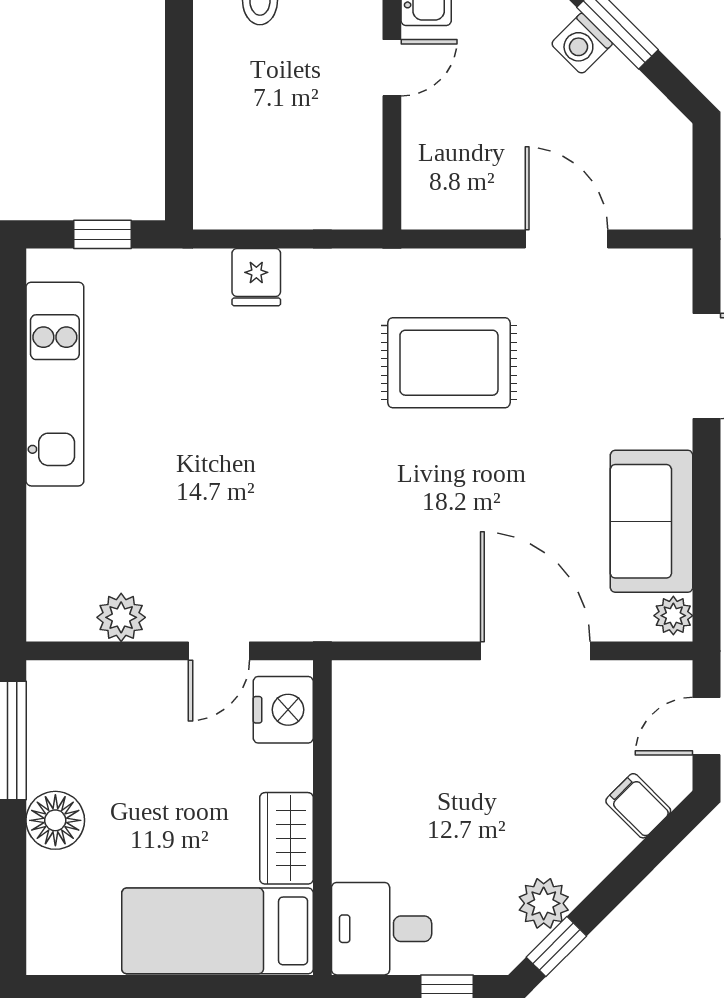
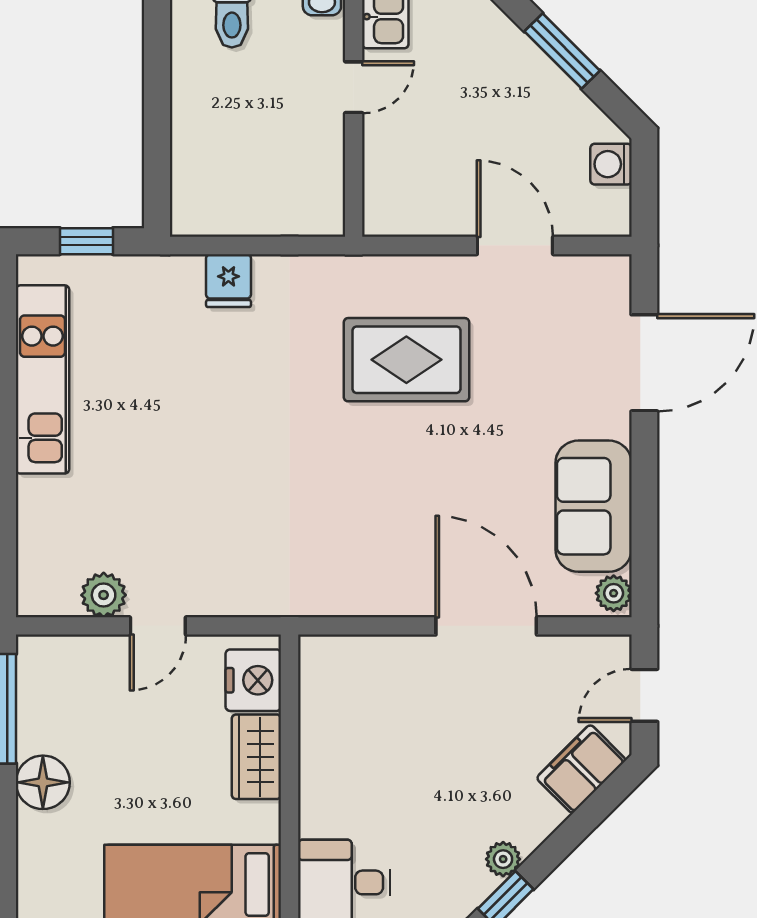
washing machine: (582, 44) -> (611, 164), moved, turned 45
door: (219, 651) -> (158, 626), moved
filing cabinet: (638, 806) -> (581, 769), width x2.00
wardrobe: (287, 838) -> (256, 757), moved
plant: (544, 903) -> (503, 859), width x0.73, depth x0.73

